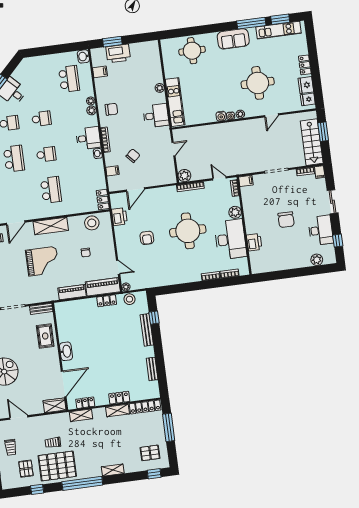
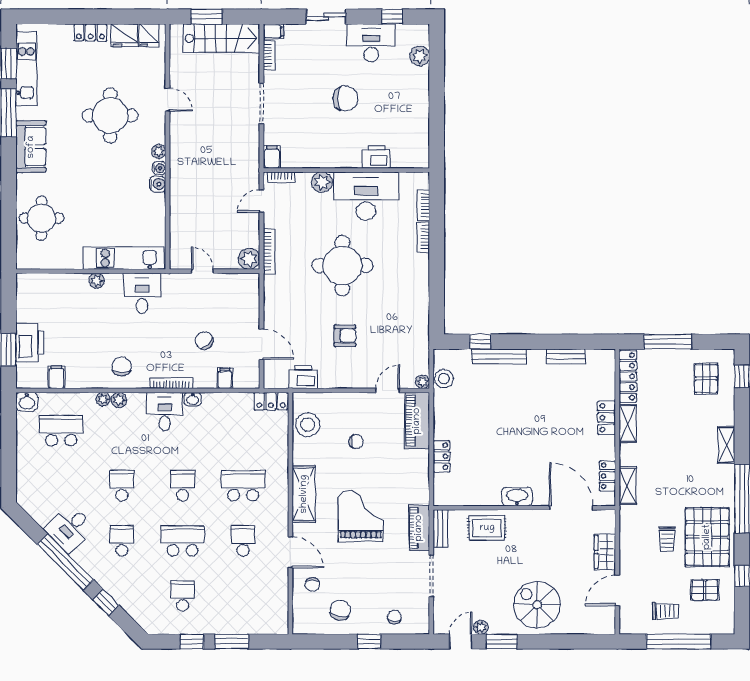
school desk: (19, 194) -> (243, 541), added
piano: (72, 292) -> (419, 528), moved
locker: (107, 301) -> (441, 456), moved
wardrobe: (55, 405) -> (605, 552), moved

